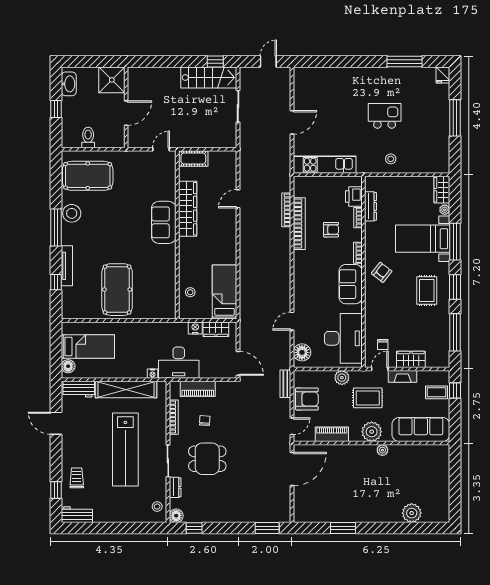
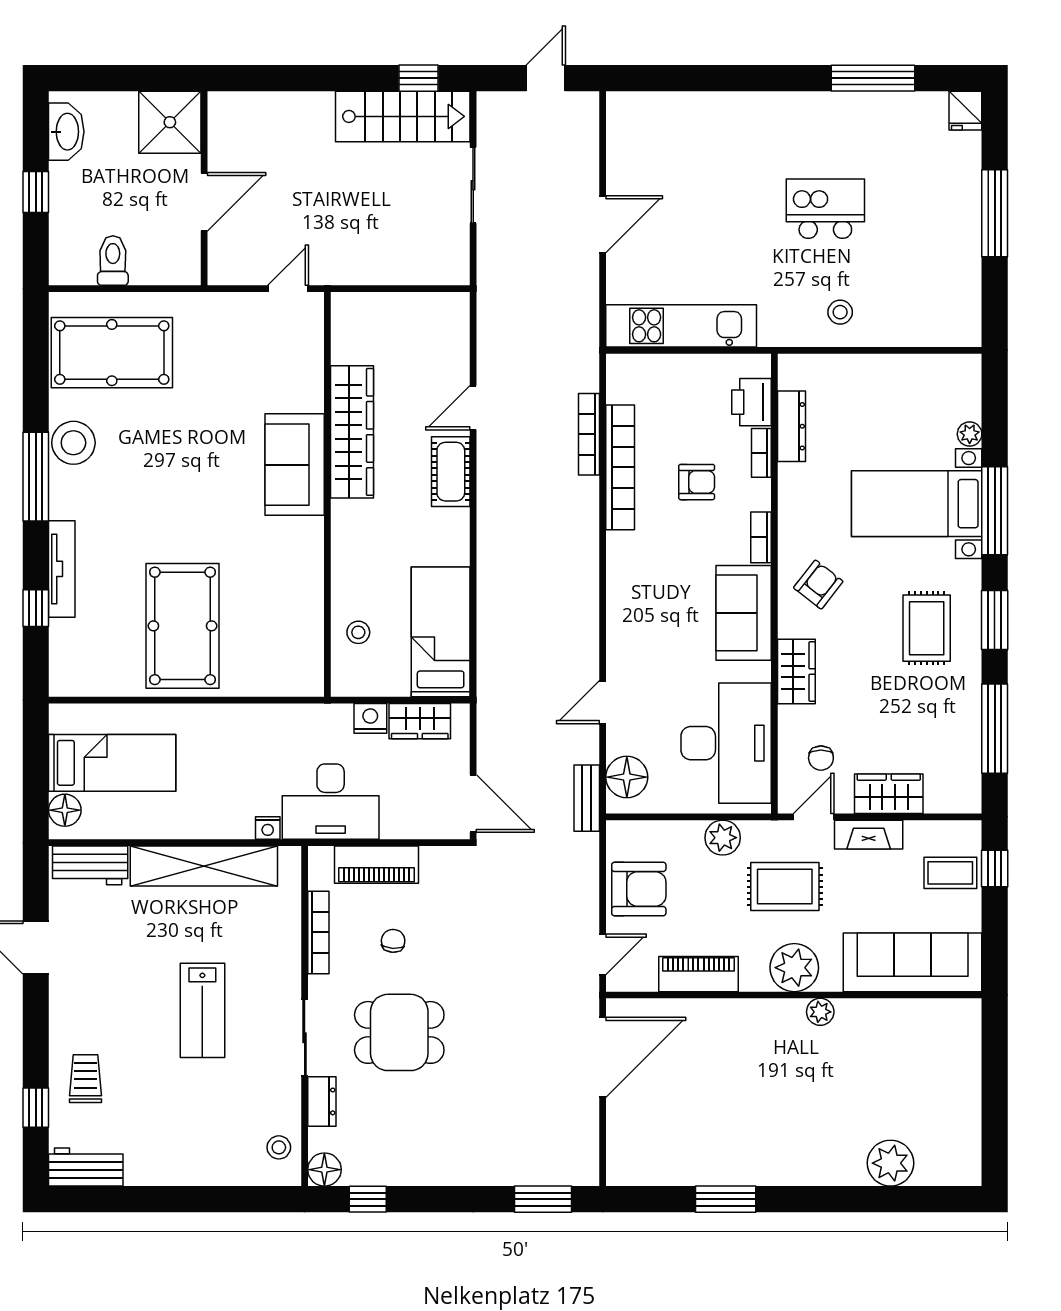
cot: (193, 159) -> (451, 472), moved, turned 90
wardrobe: (442, 190) -> (796, 672), moved, turned 180
bench: (285, 384) -> (587, 798), moved
lab bench: (125, 449) -> (202, 1010), width x0.54, depth x0.72

